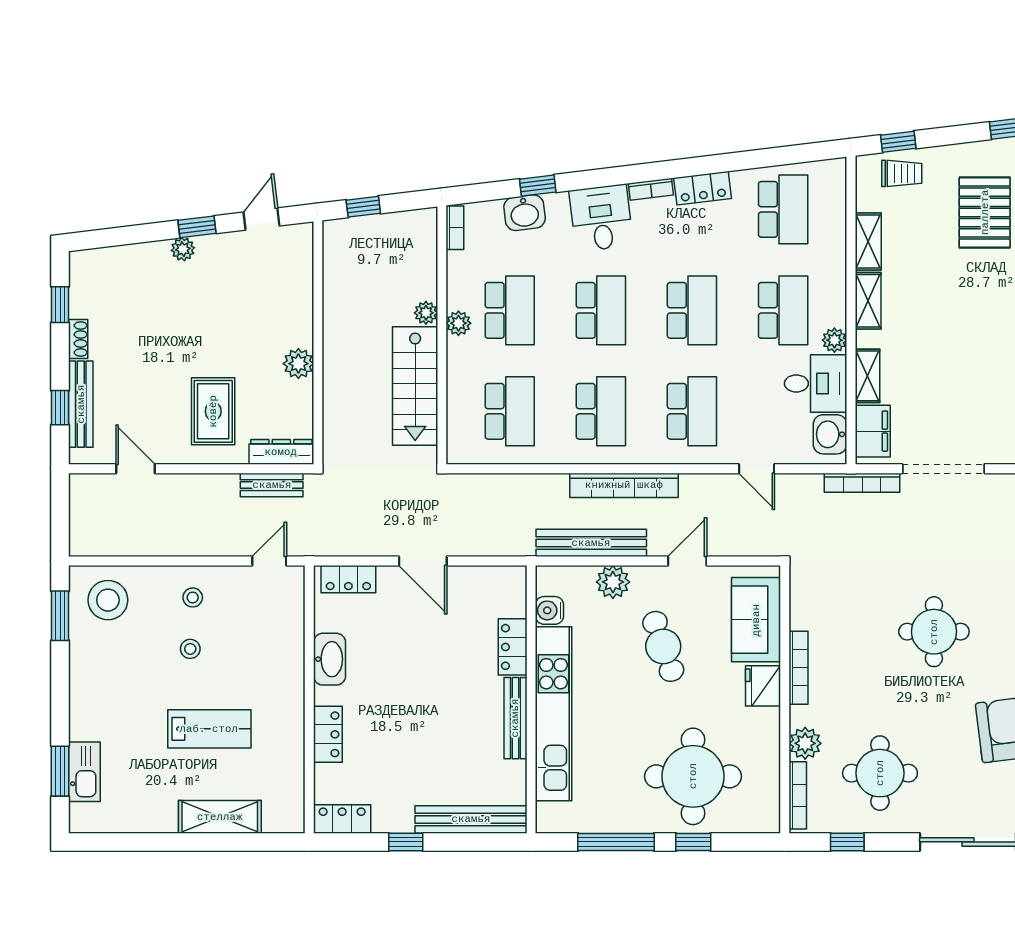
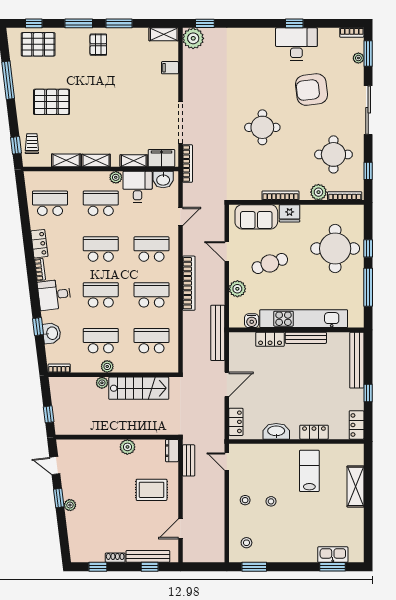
dresser: (281, 452) -> (172, 451), width x0.70
bench: (591, 543) -> (218, 333), moved
stool: (108, 600) -> (246, 543), width x0.53, depth x0.53
lab bench: (209, 729) -> (309, 471), moved

